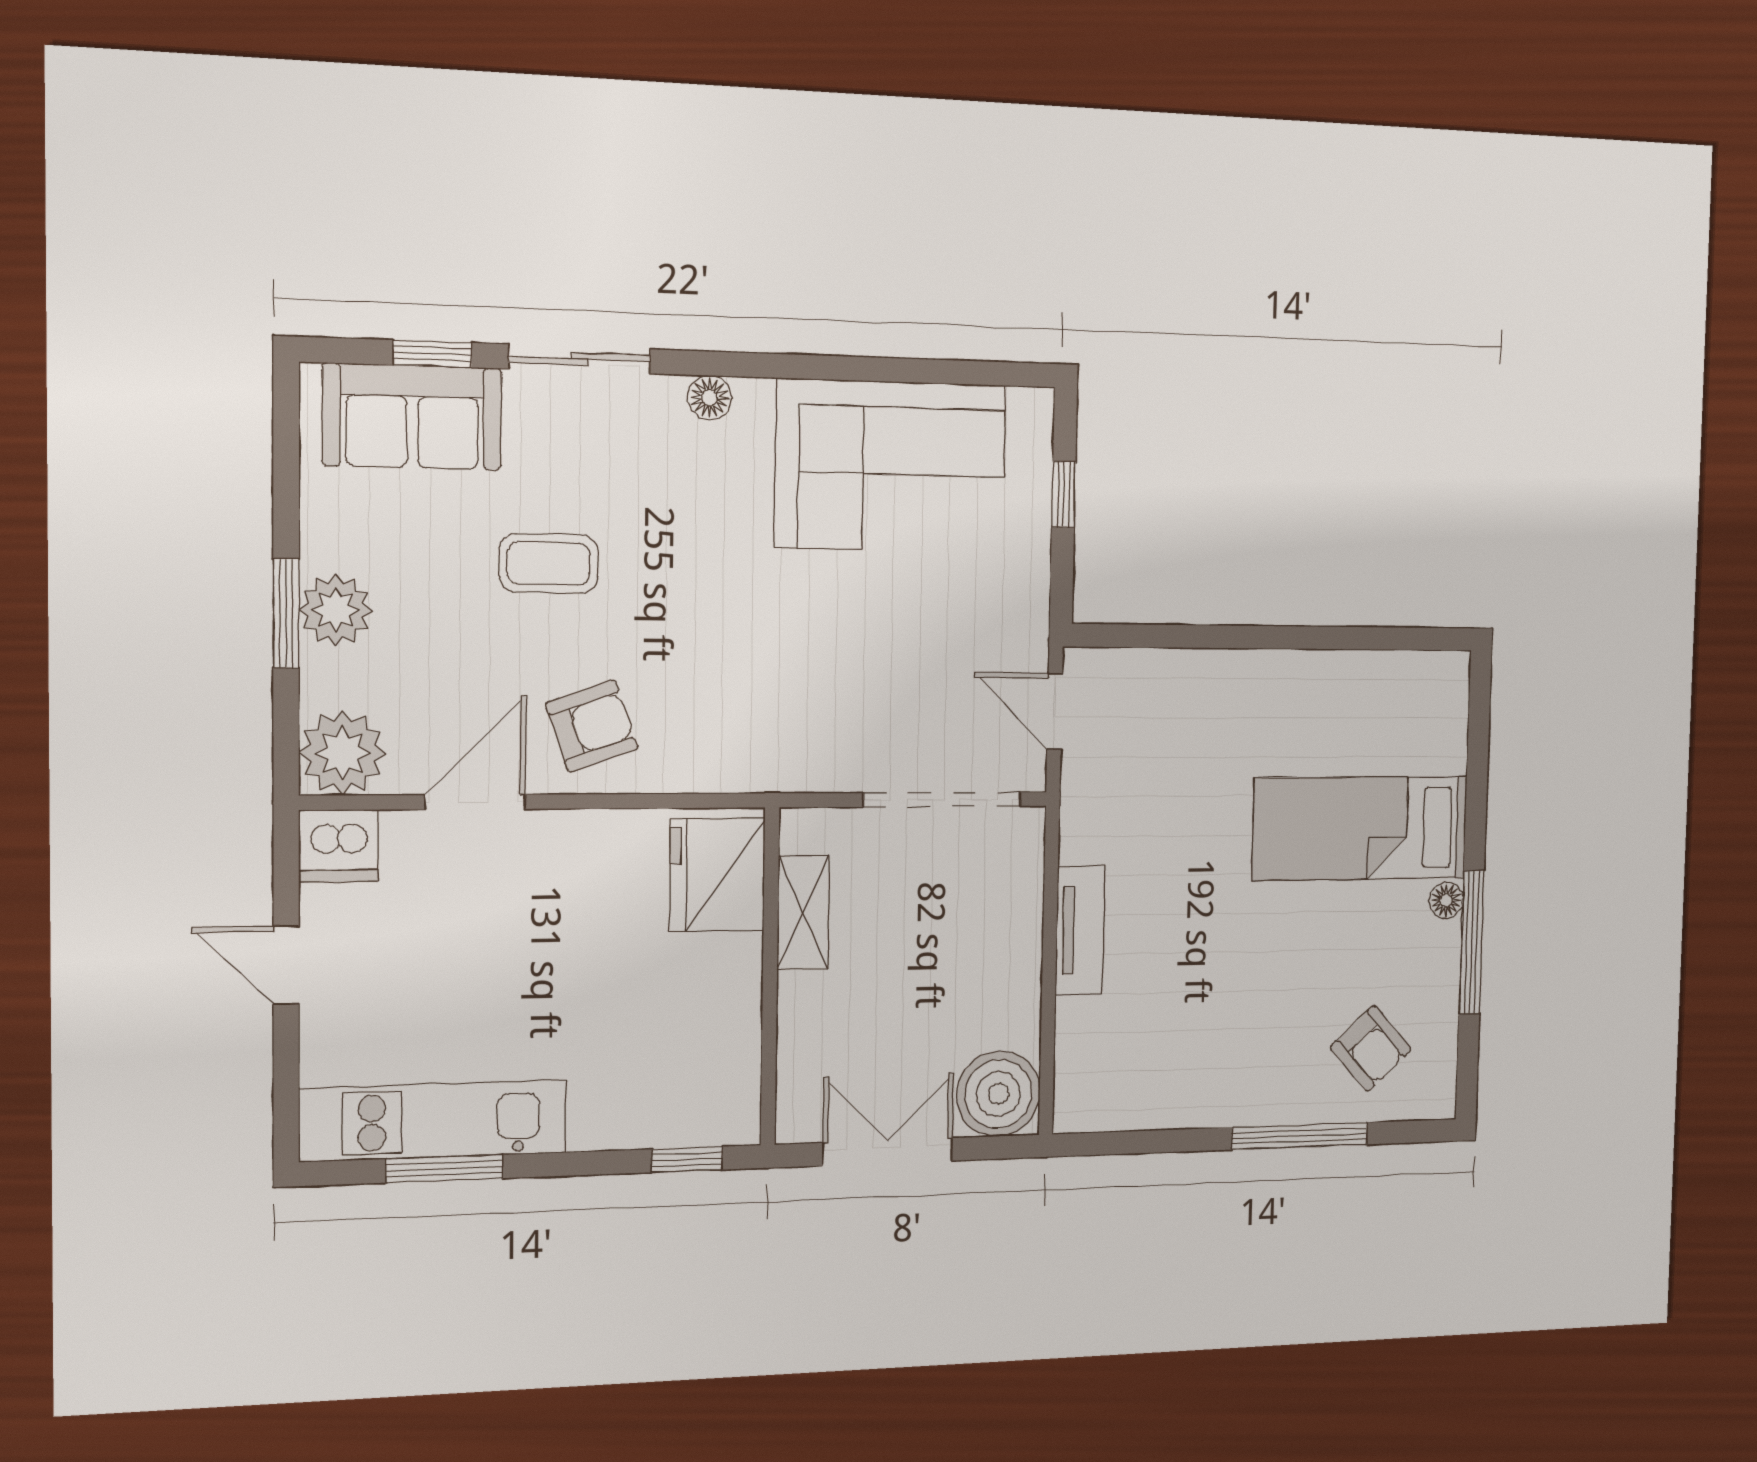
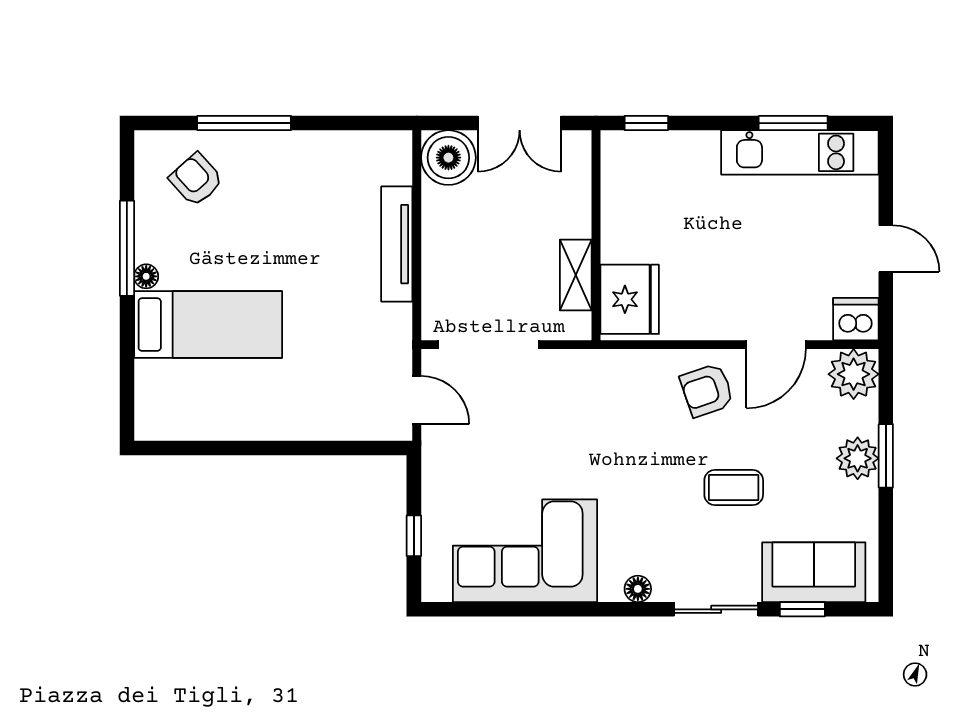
tv unit: (1080, 930) -> (397, 244), width x1.41

